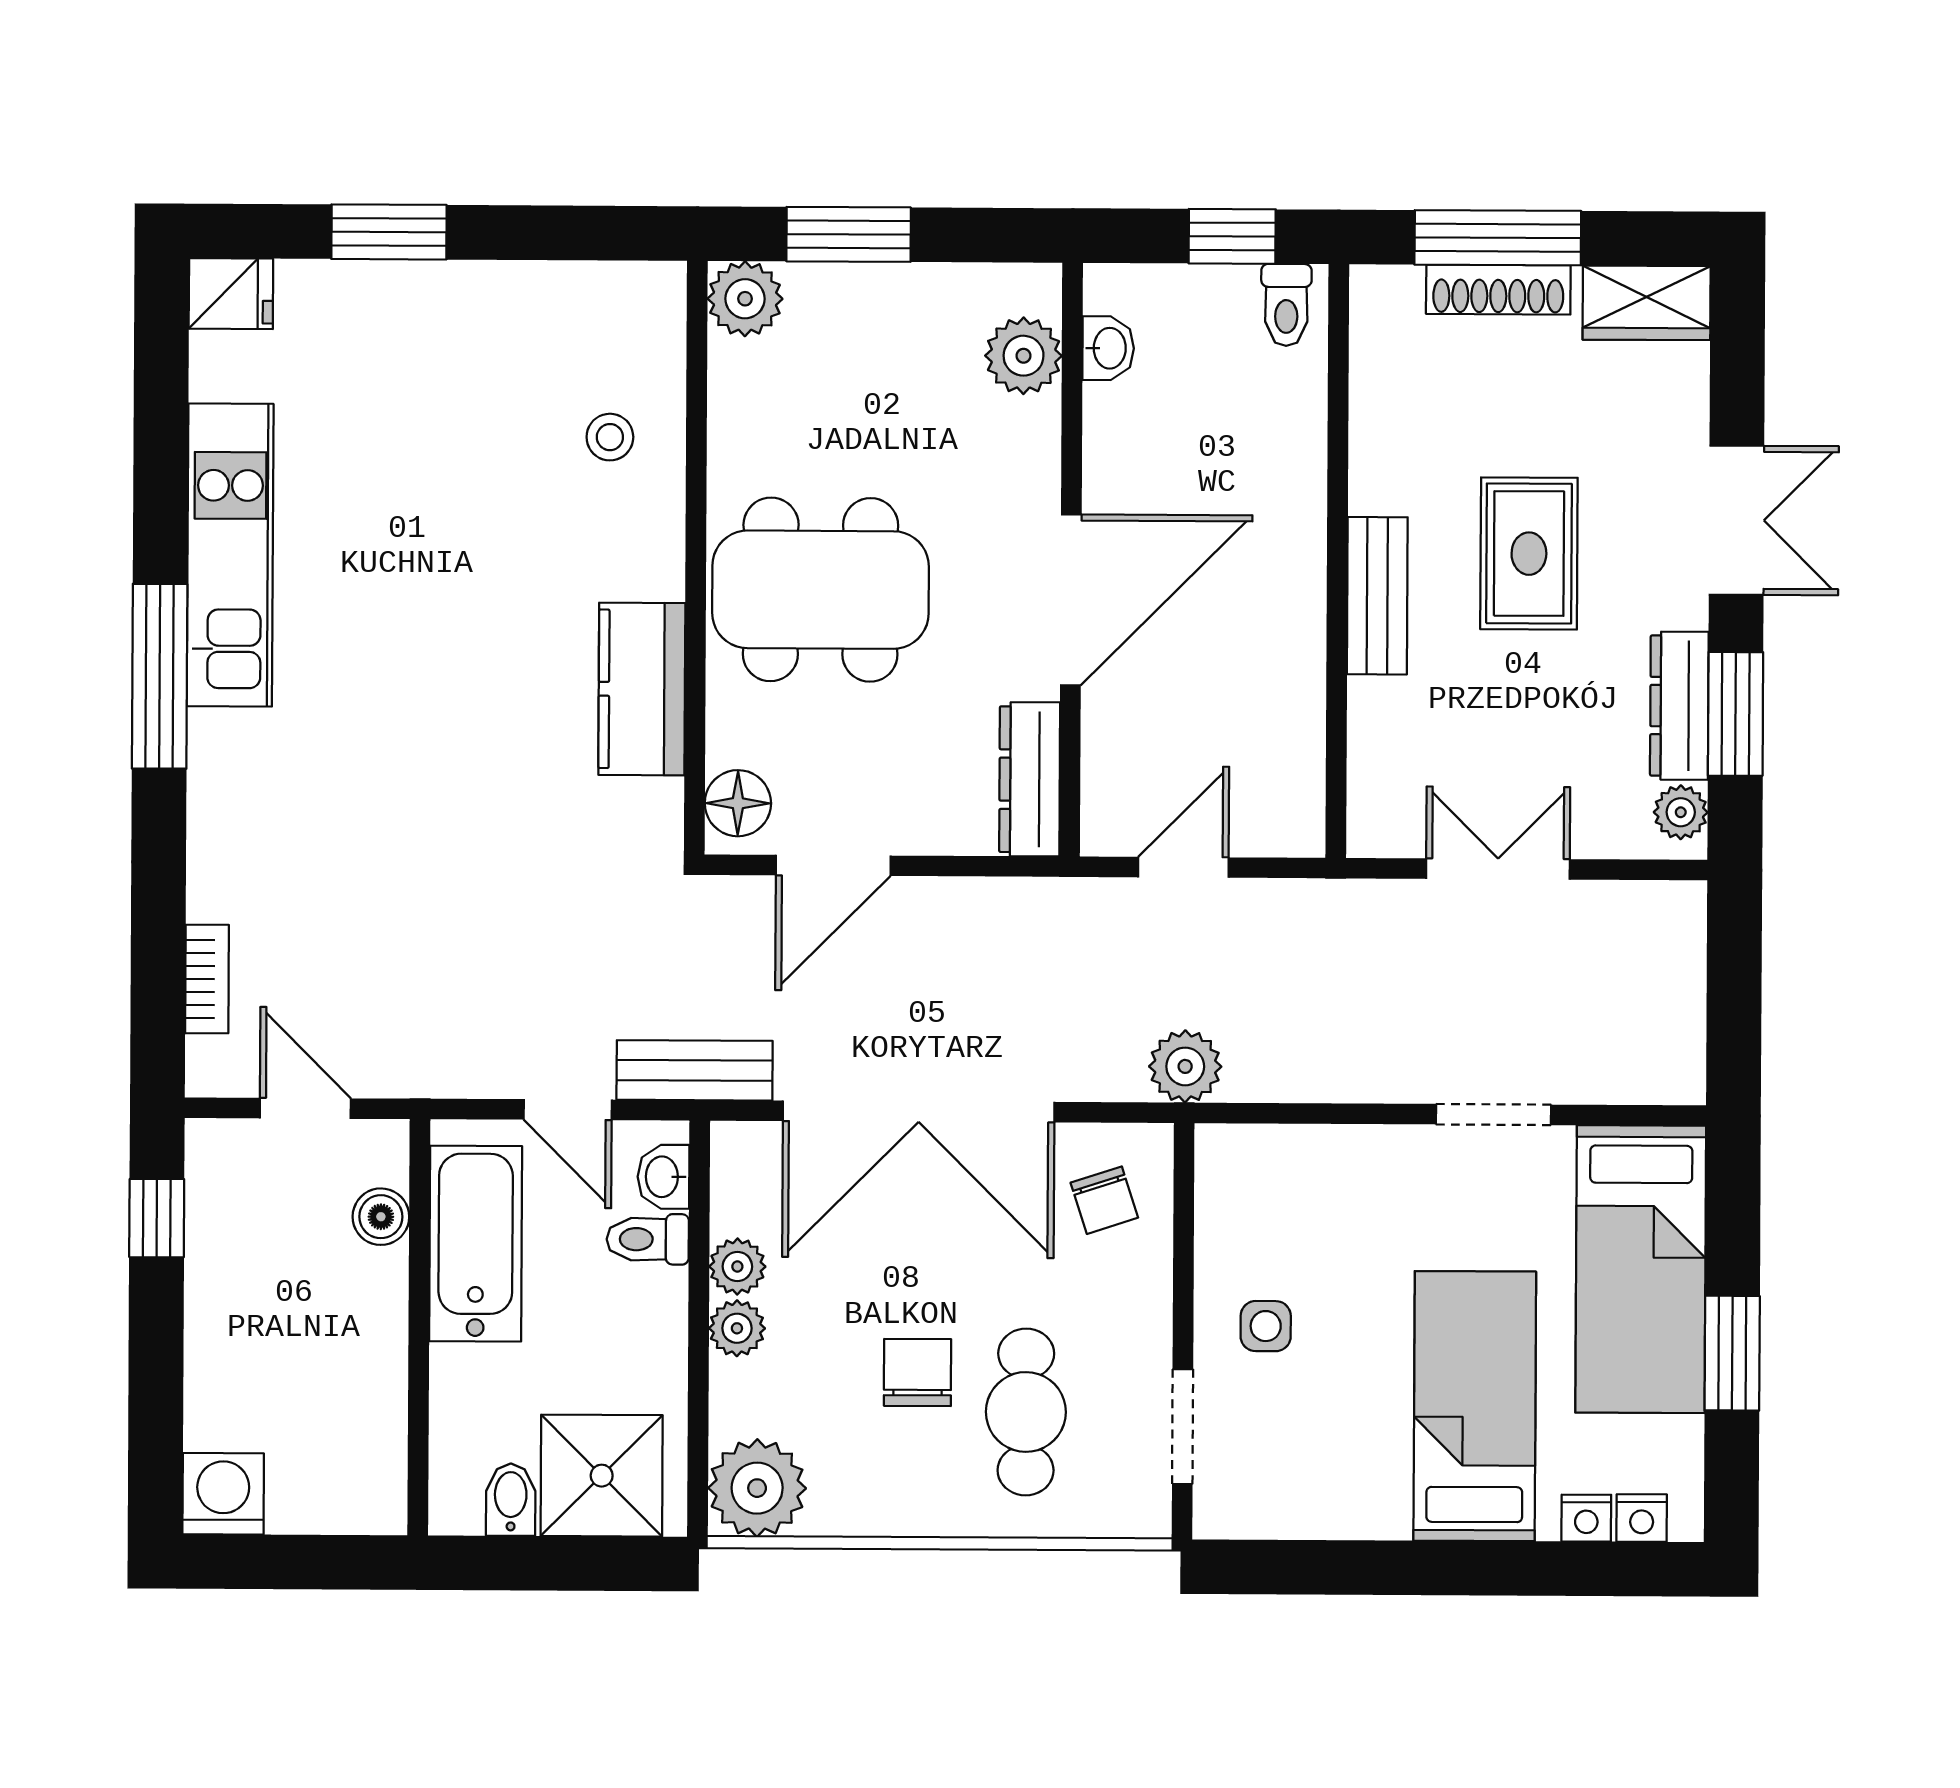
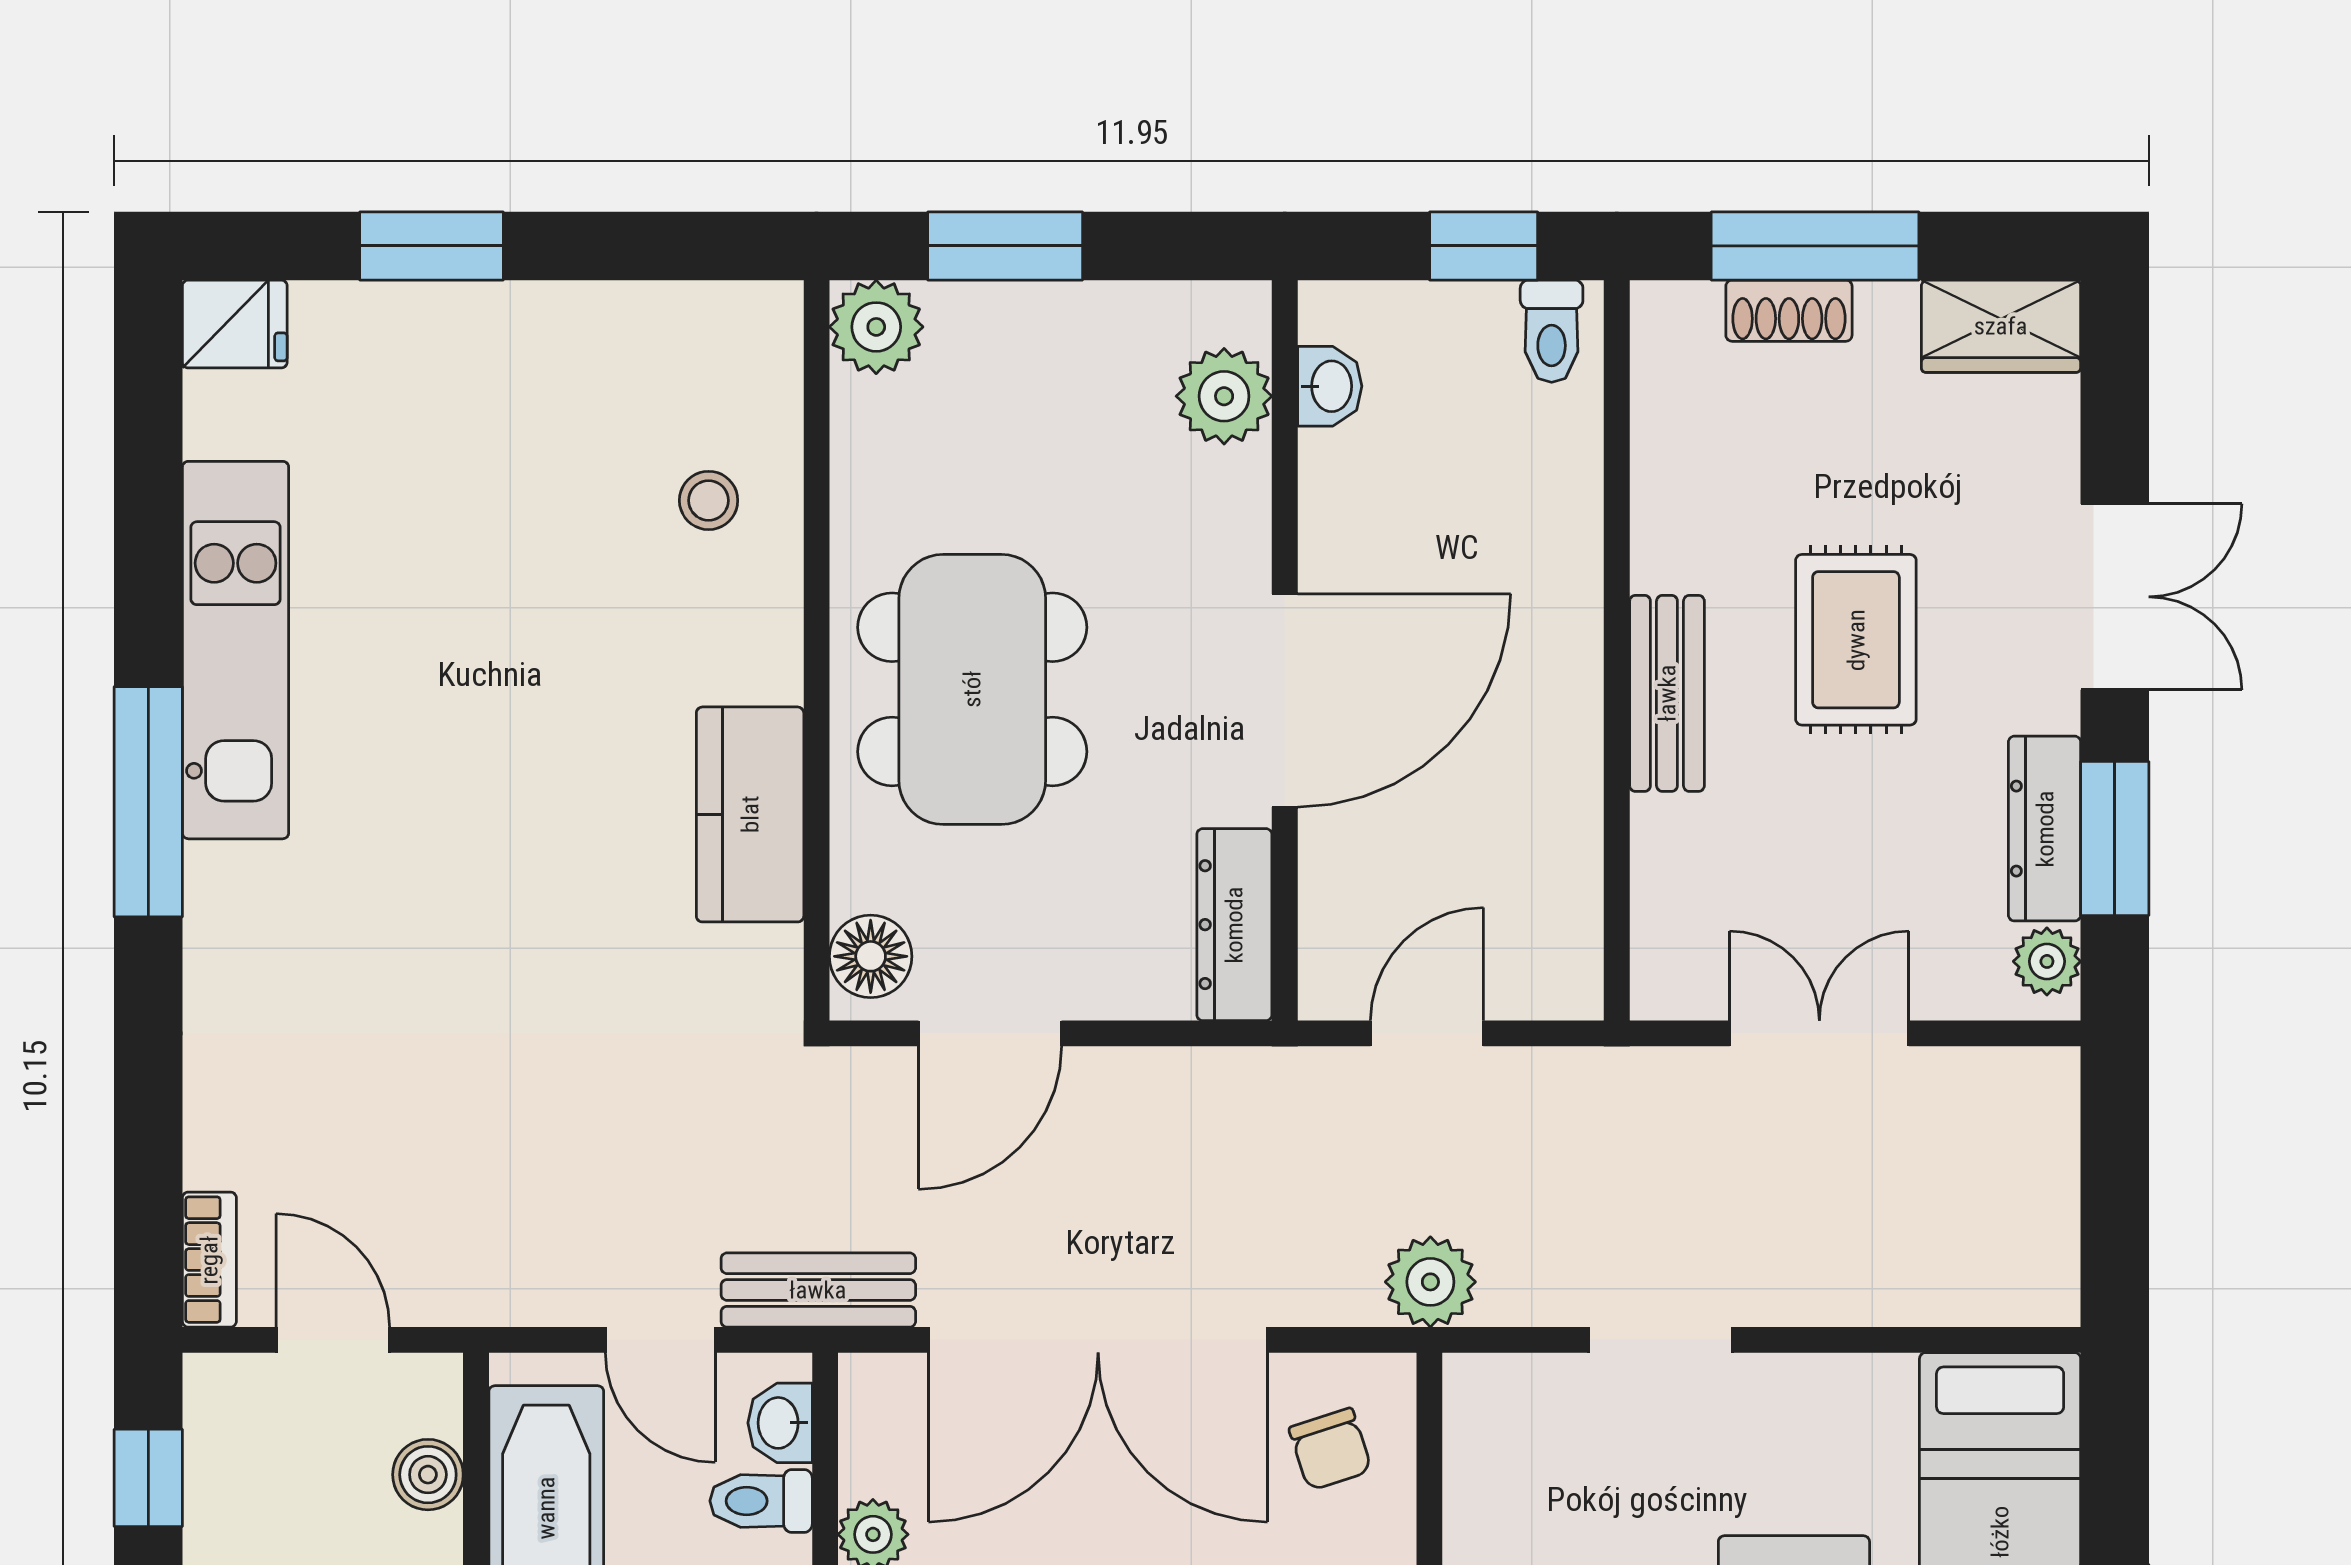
shoe rack: (1498, 290) -> (1789, 311), width x0.70
dining table: (820, 590) -> (972, 689), turned 90
bookcase: (207, 979) -> (209, 1260), moved
doorway: (1493, 1115) -> (1661, 1340), moved

